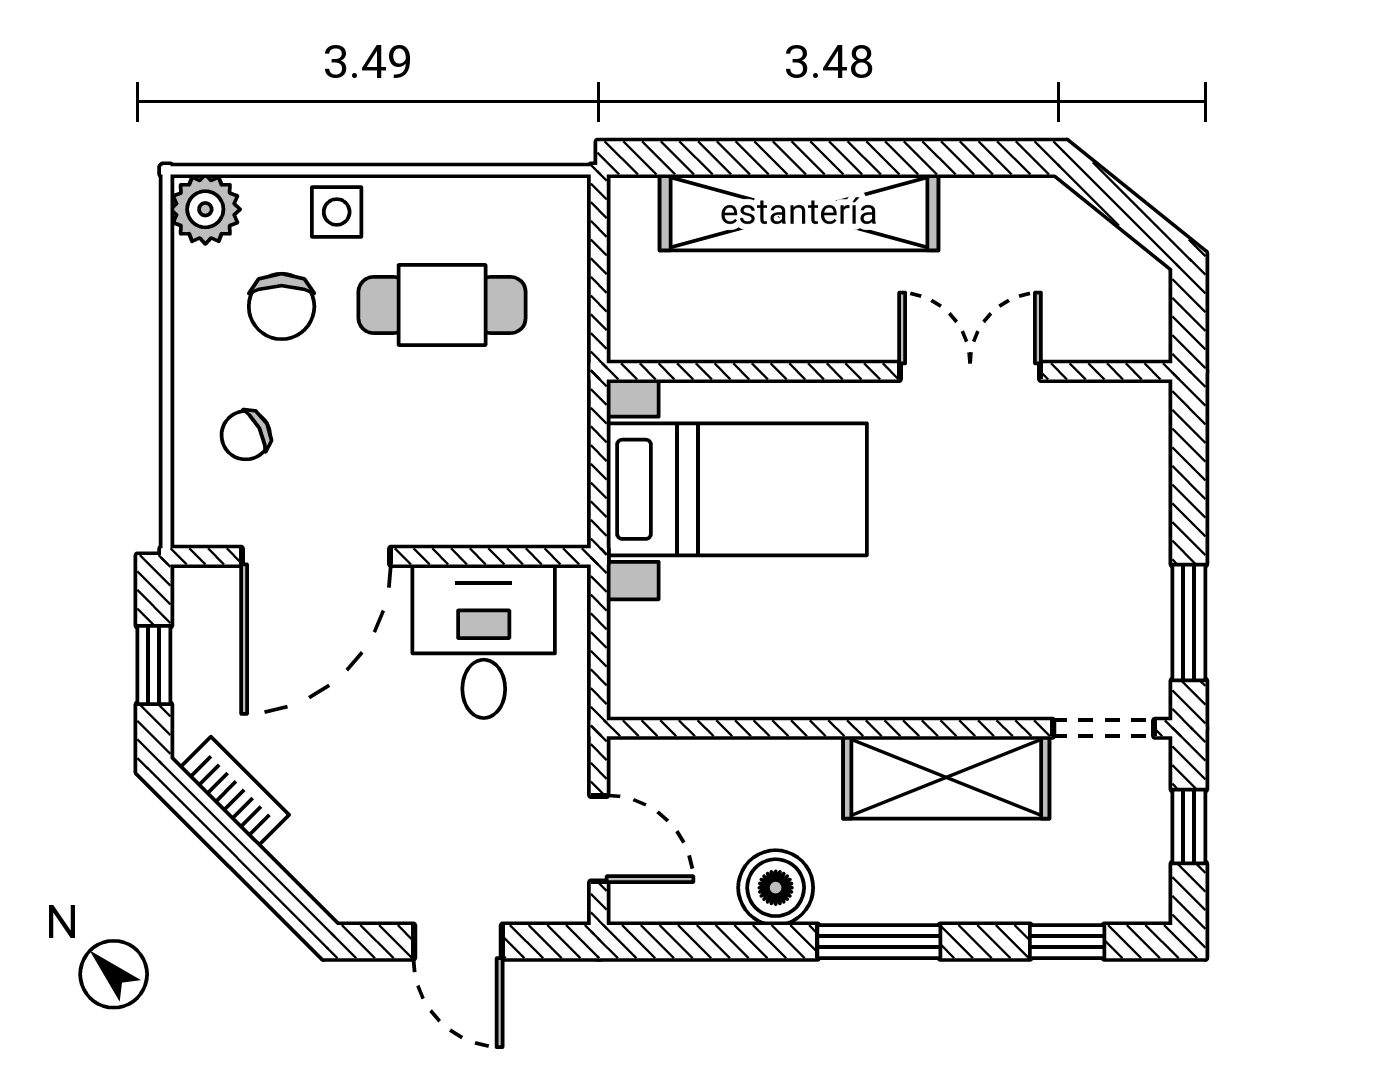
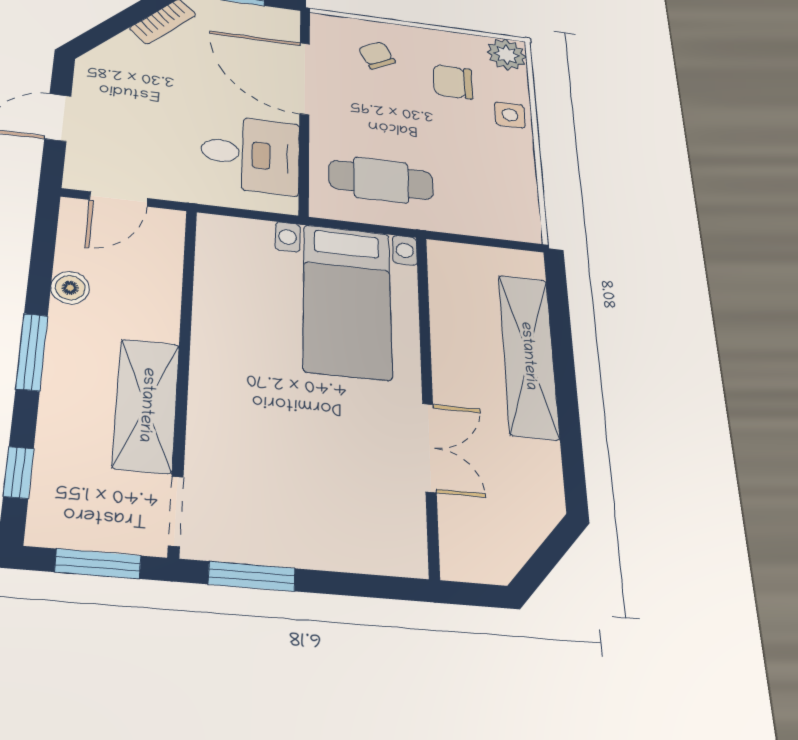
cafe table: (442, 305) -> (381, 180), moved, turned 90
window: (1189, 827) -> (98, 564), width x1.50
boiler: (776, 888) -> (70, 288), width x0.73, depth x0.73

